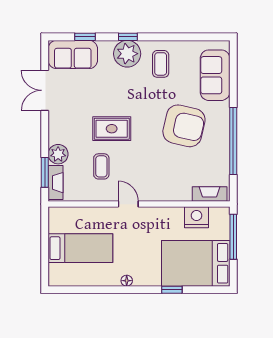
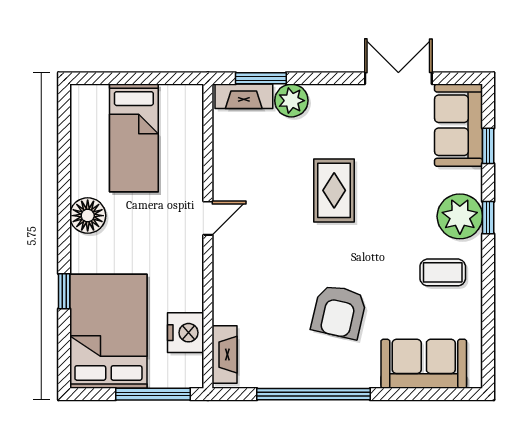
armchair: (184, 126) -> (339, 312), width x0.73, depth x0.73
coffee table: (101, 166) -> (271, 173), removed
floor lamp: (127, 281) -> (88, 216), width x1.89, depth x1.89

